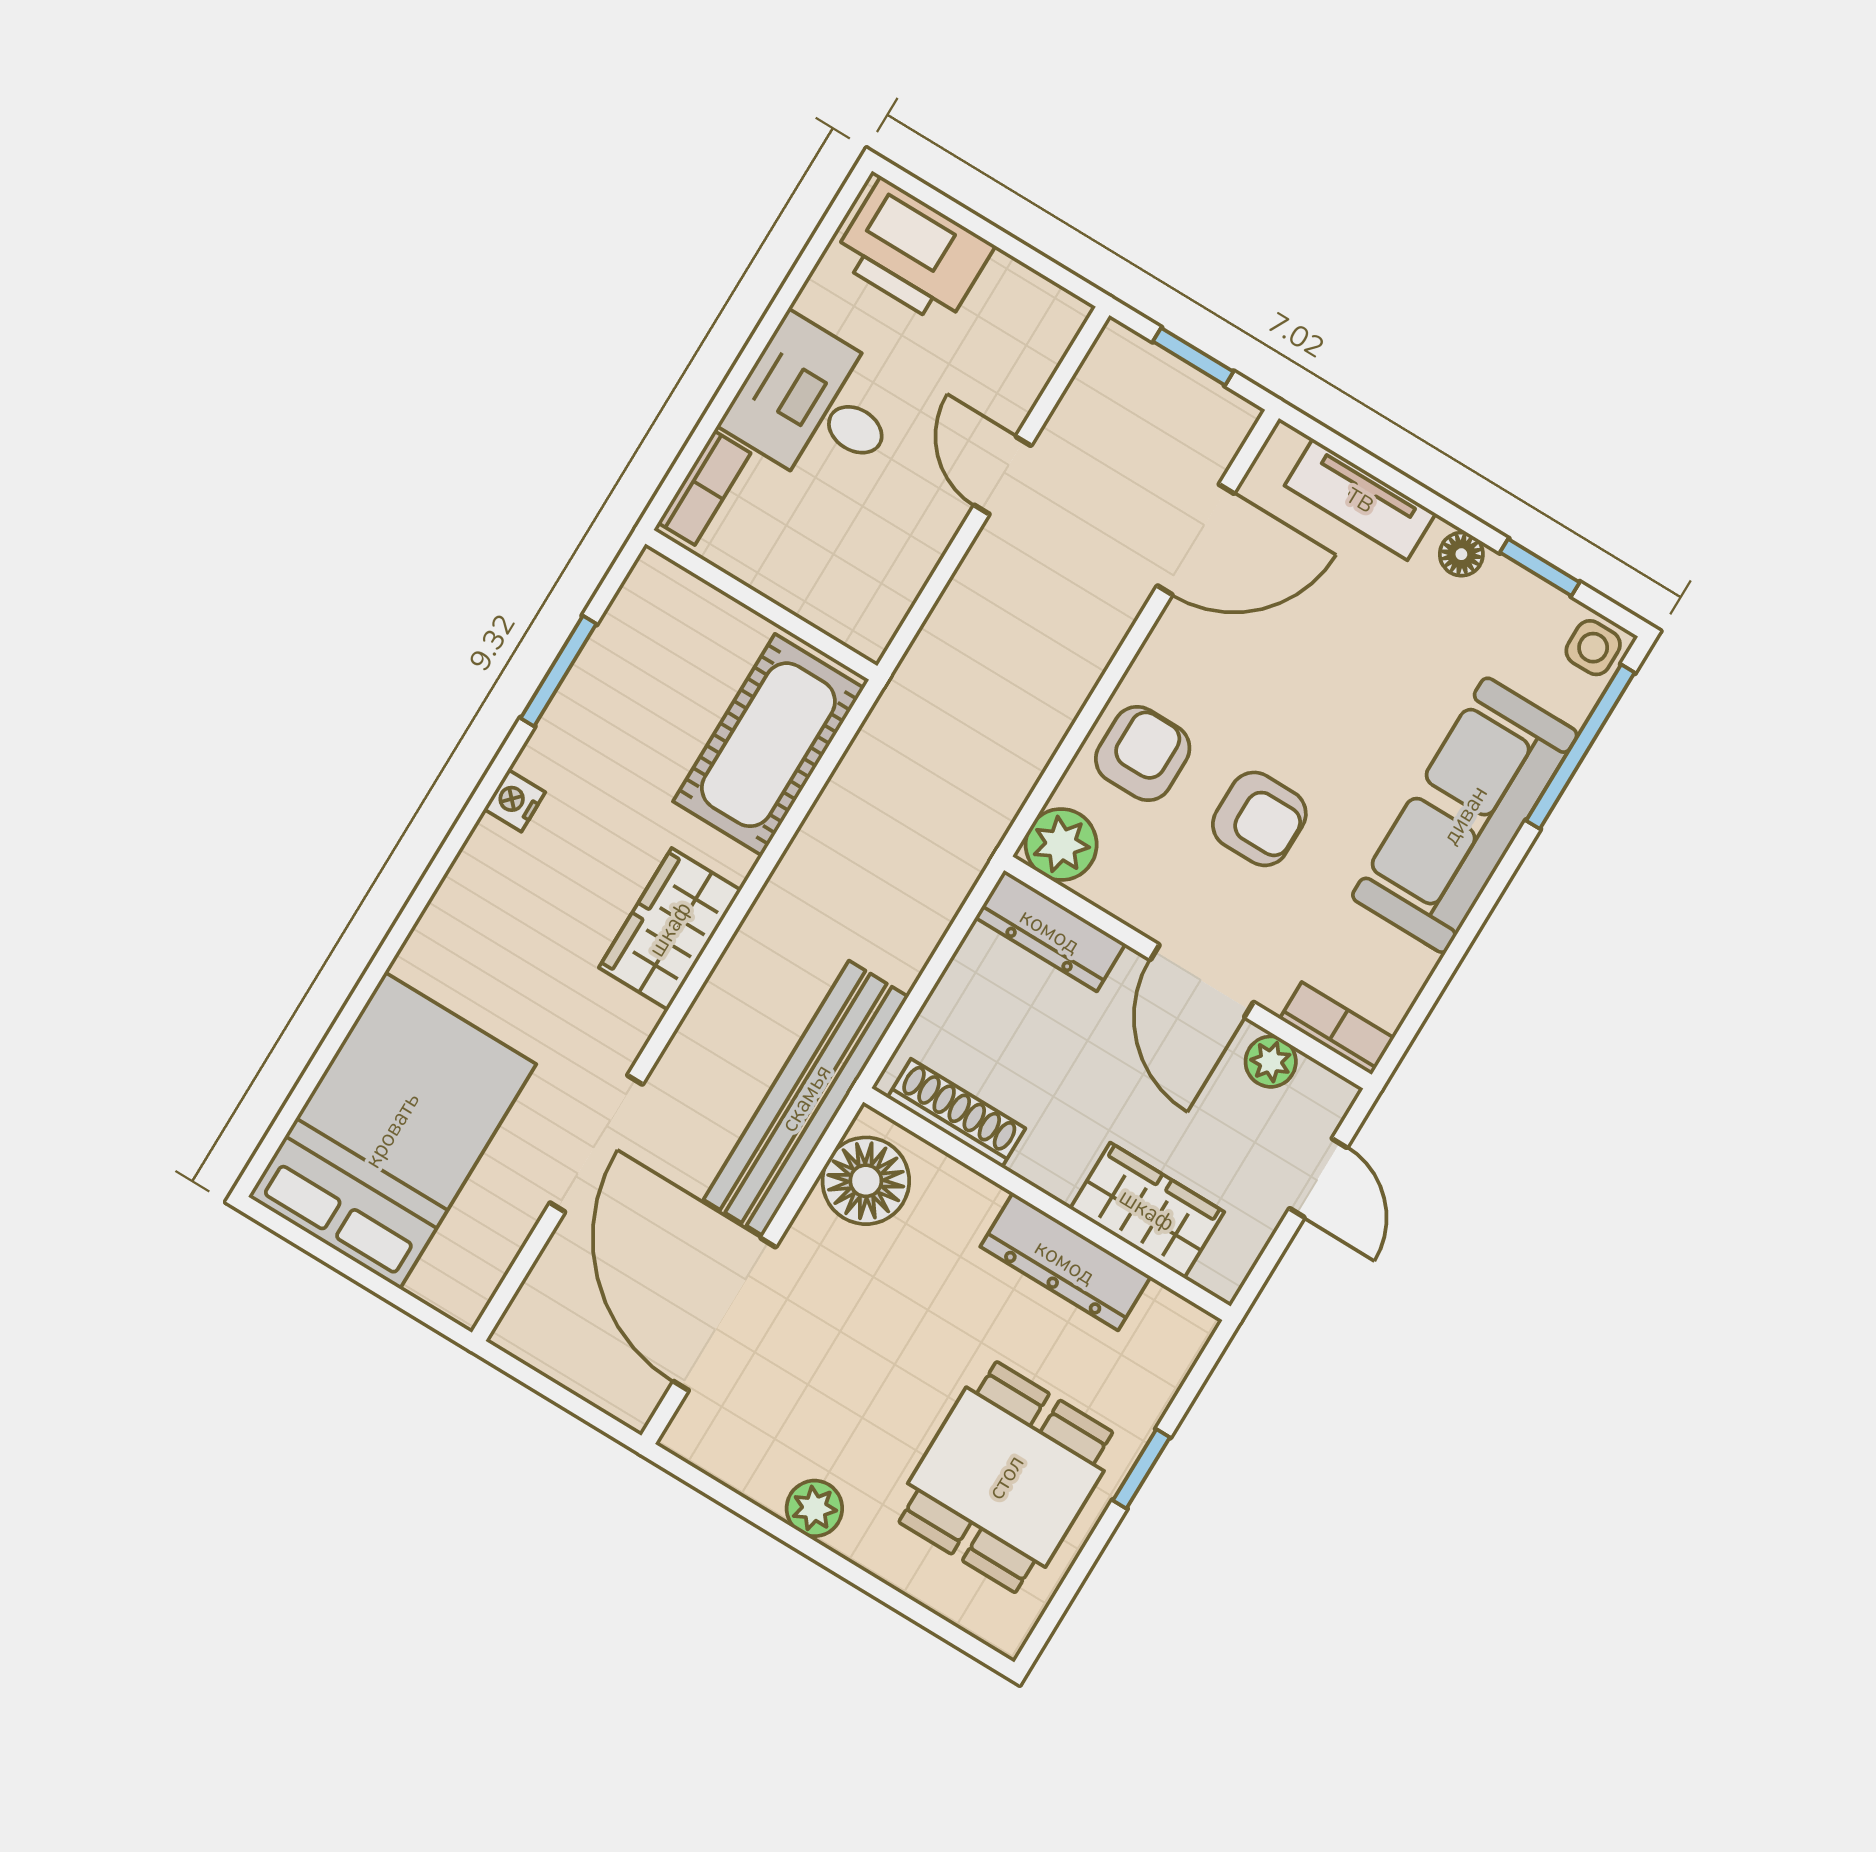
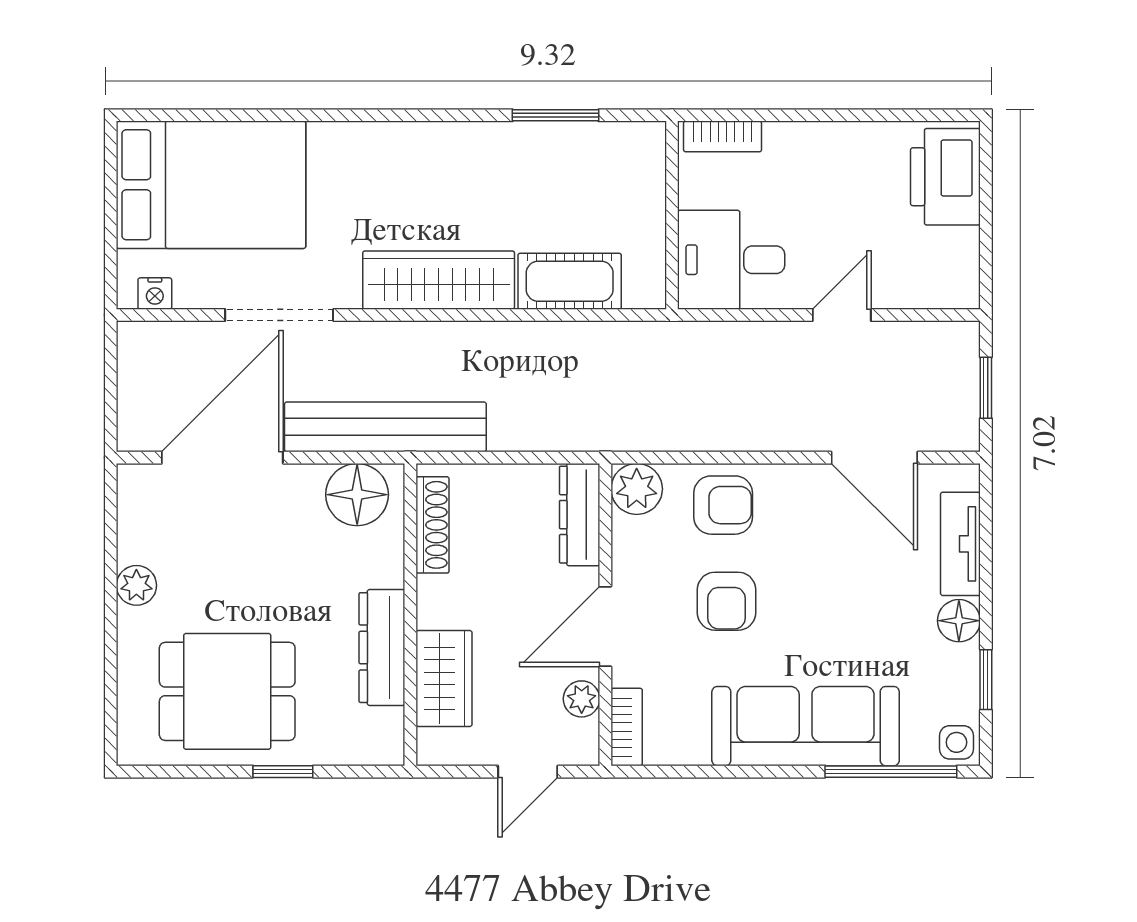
desk: (816, 406) -> (731, 260), moved, turned -90
floor lamp: (1461, 554) -> (959, 621), width x1.37, depth x1.37
cot: (768, 745) -> (570, 281), width x0.73, depth x0.75
nightstand: (515, 801) -> (155, 294), moved, turned 180
wardrobe: (670, 929) -> (439, 280), width x1.50

